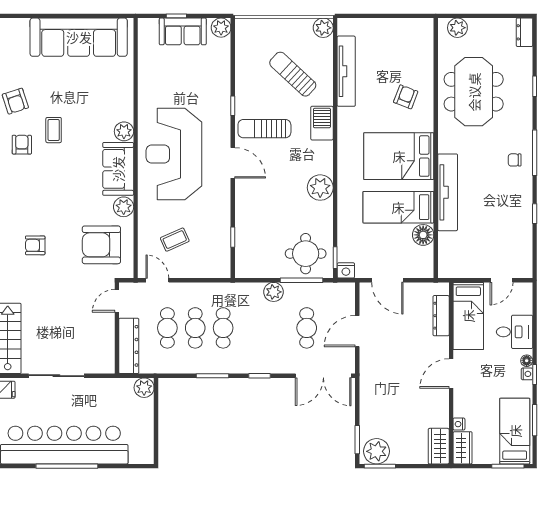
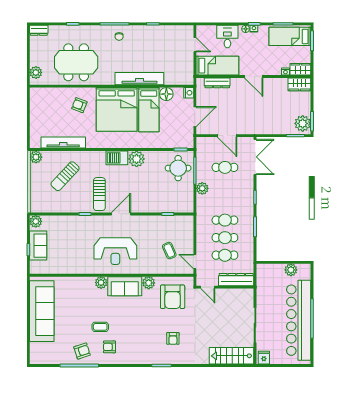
barbecue: (322, 123) -> (117, 158), moved
reception desk: (174, 154) -> (115, 251), width x0.74, depth x0.77
bed: (399, 156) -> (117, 109), width x1.36
nightstand: (346, 270) -> (189, 93), moved
door: (157, 280) -> (195, 262), hinge flipped
plant: (144, 388) -> (291, 270), moved

